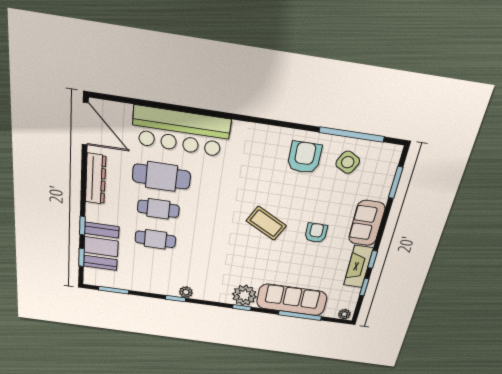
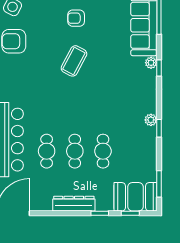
cafe table: (161, 177) -> (47, 151), width x0.73, depth x0.74
dresser: (96, 179) -> (74, 204), moved
booth: (101, 247) -> (136, 197), moved
plant: (244, 295) -> (151, 63), width x0.53, depth x0.53

